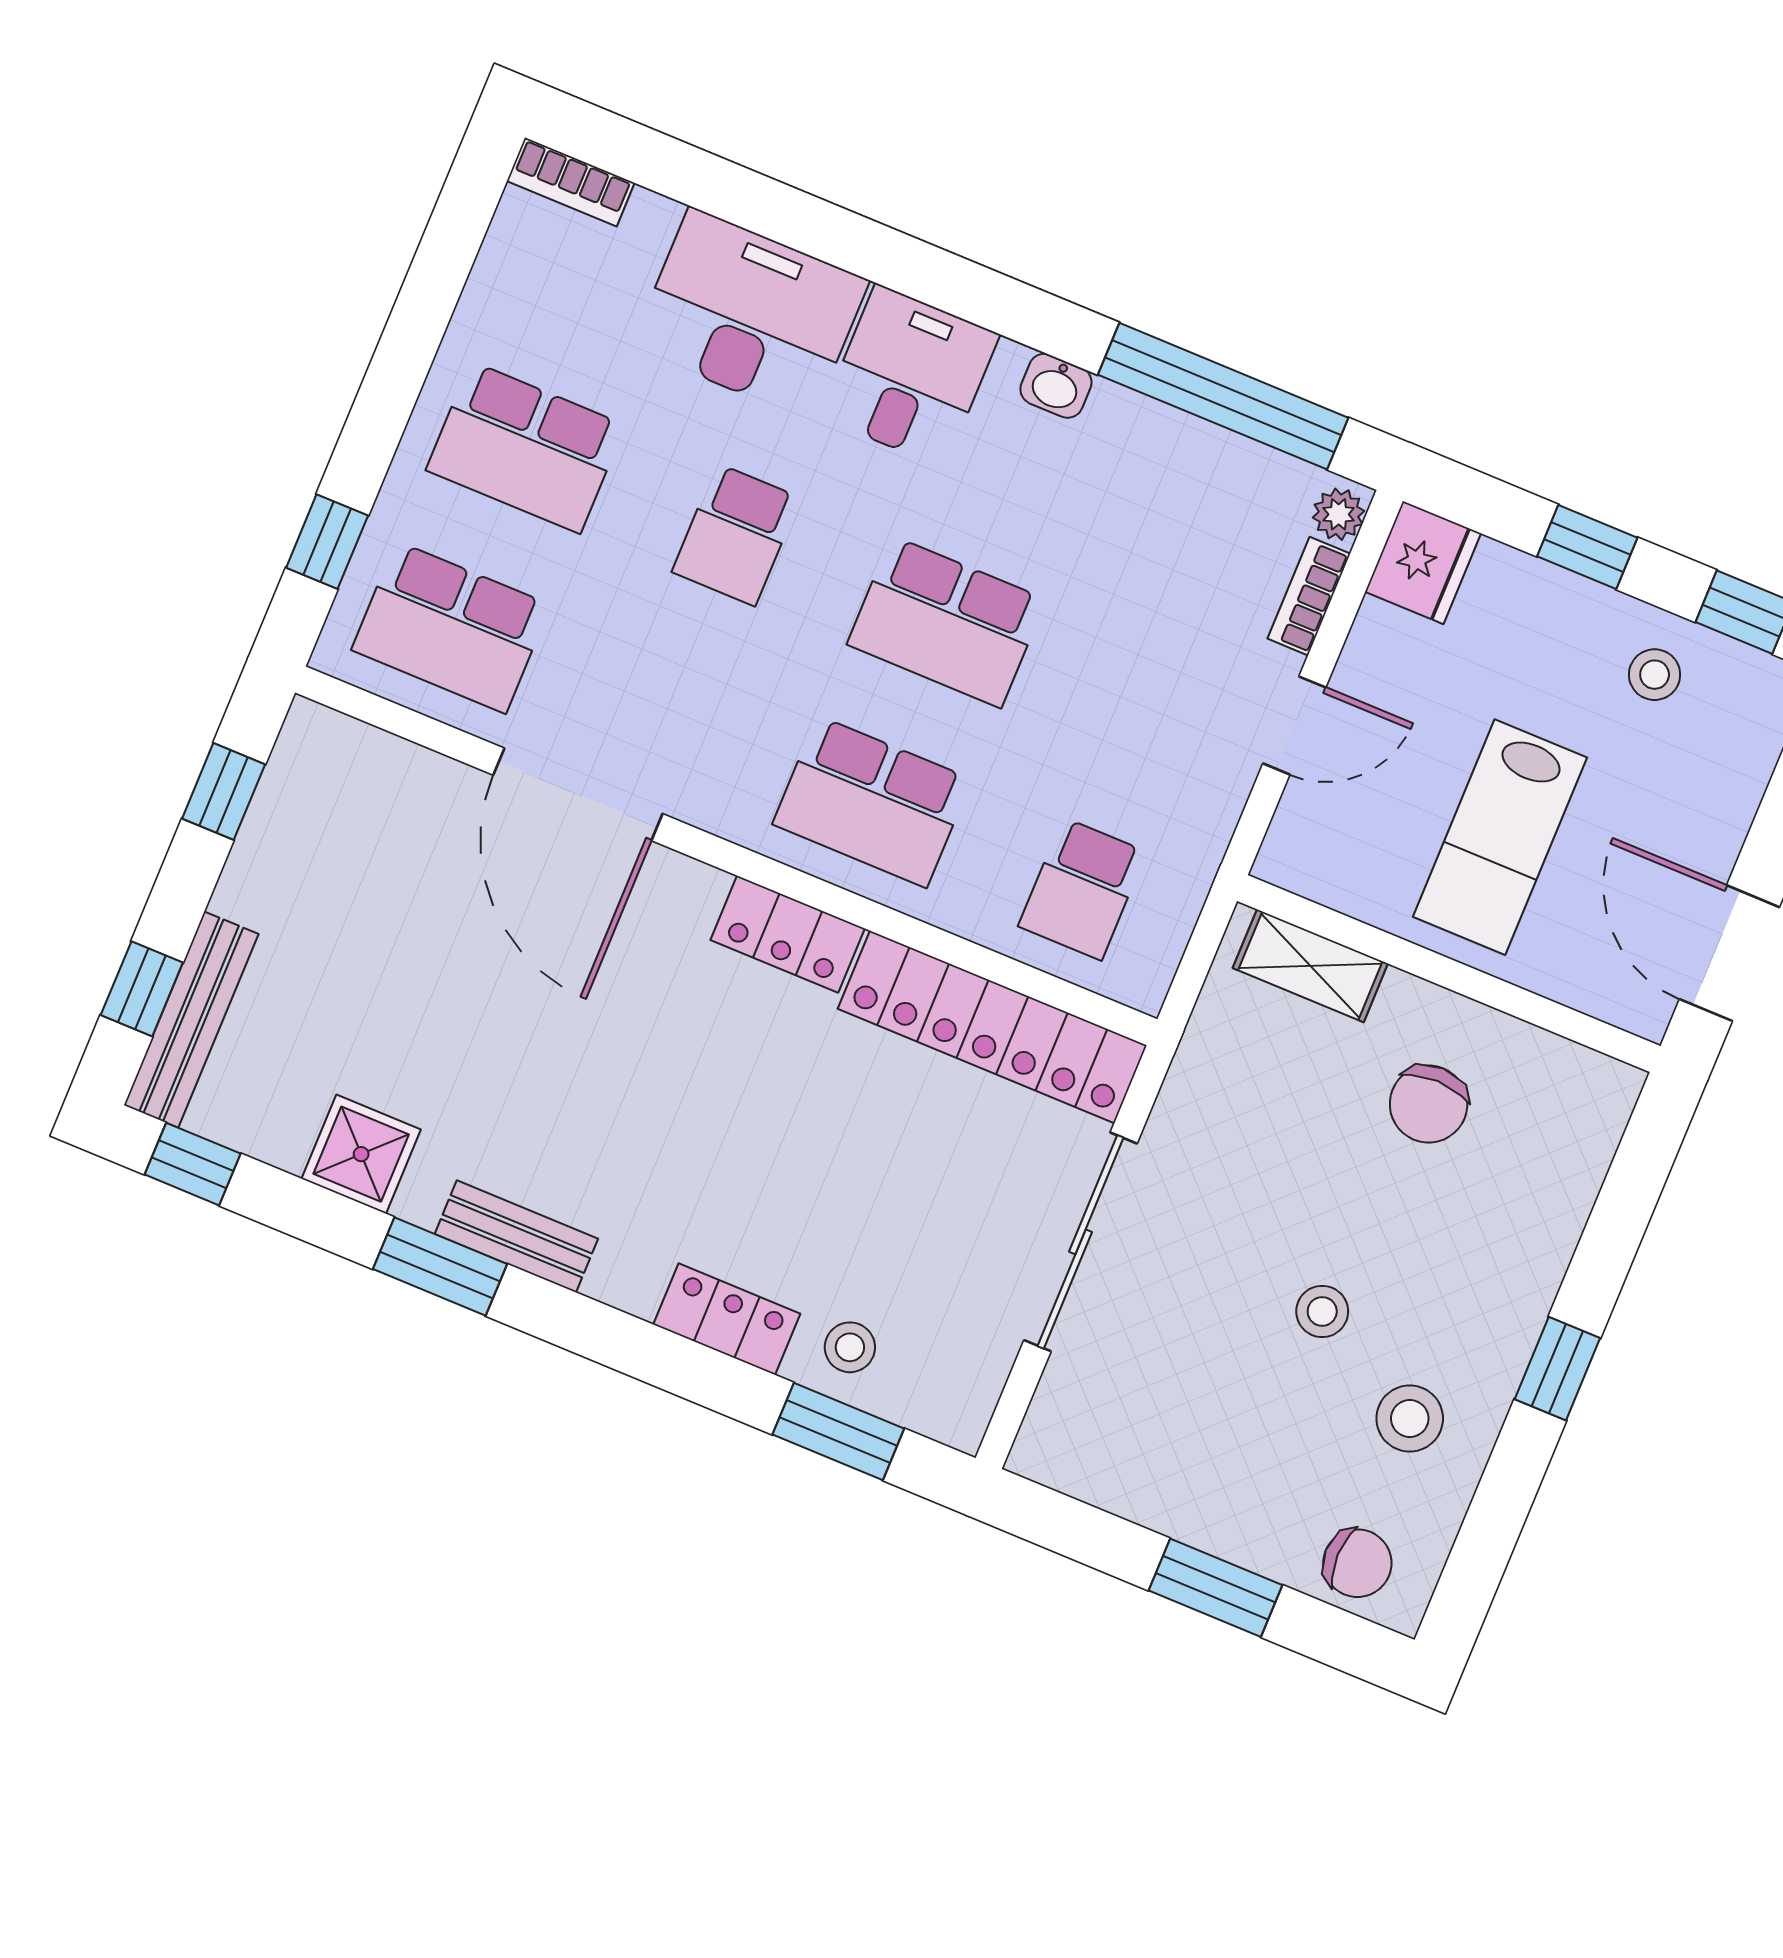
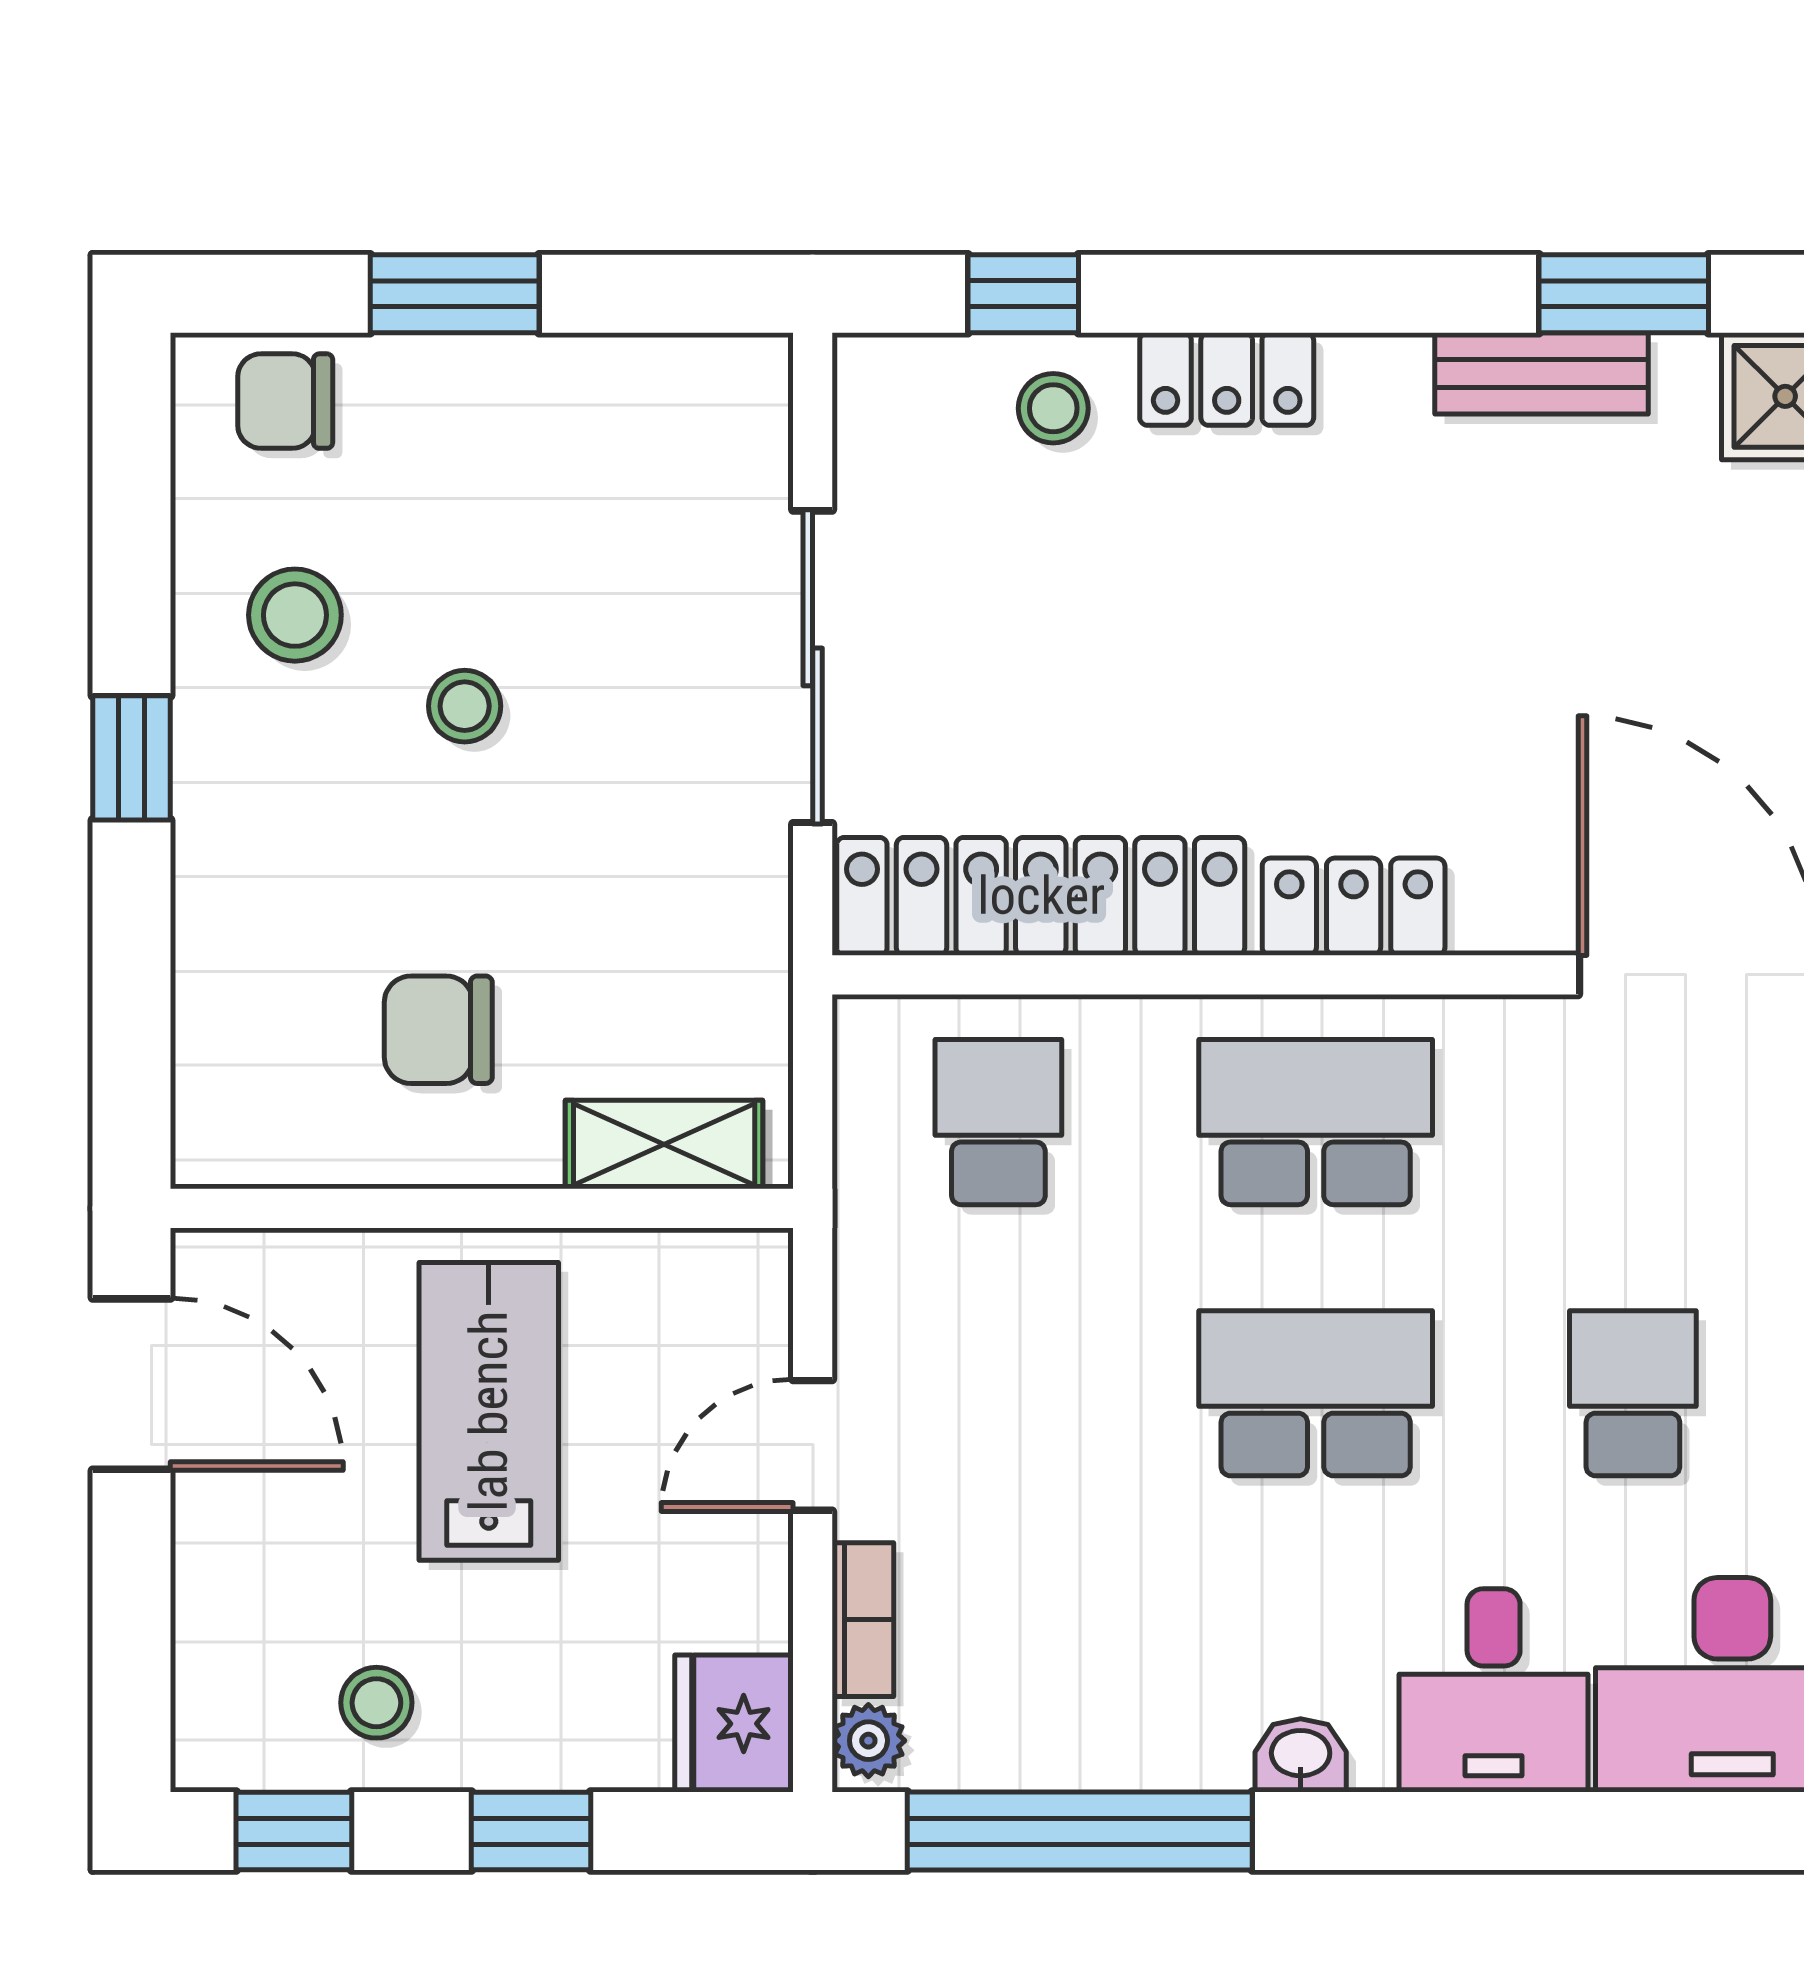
chair: (1429, 1104) -> (438, 1030), turned -90
window: (838, 1432) -> (1023, 294), width x0.67

